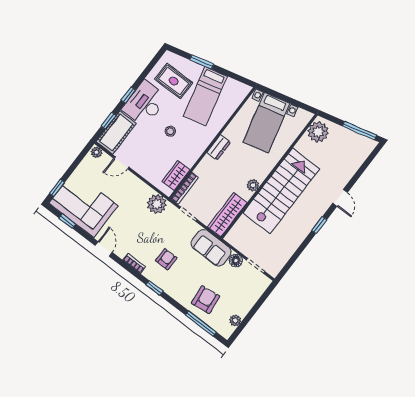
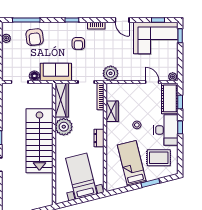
plant: (318, 132) -> (45, 195), removed
door: (121, 163) -> (152, 82), hinge flipped
wardrobe: (176, 176) -> (112, 111), moved
plant: (253, 185) -> (64, 127), width x1.87, depth x1.87

